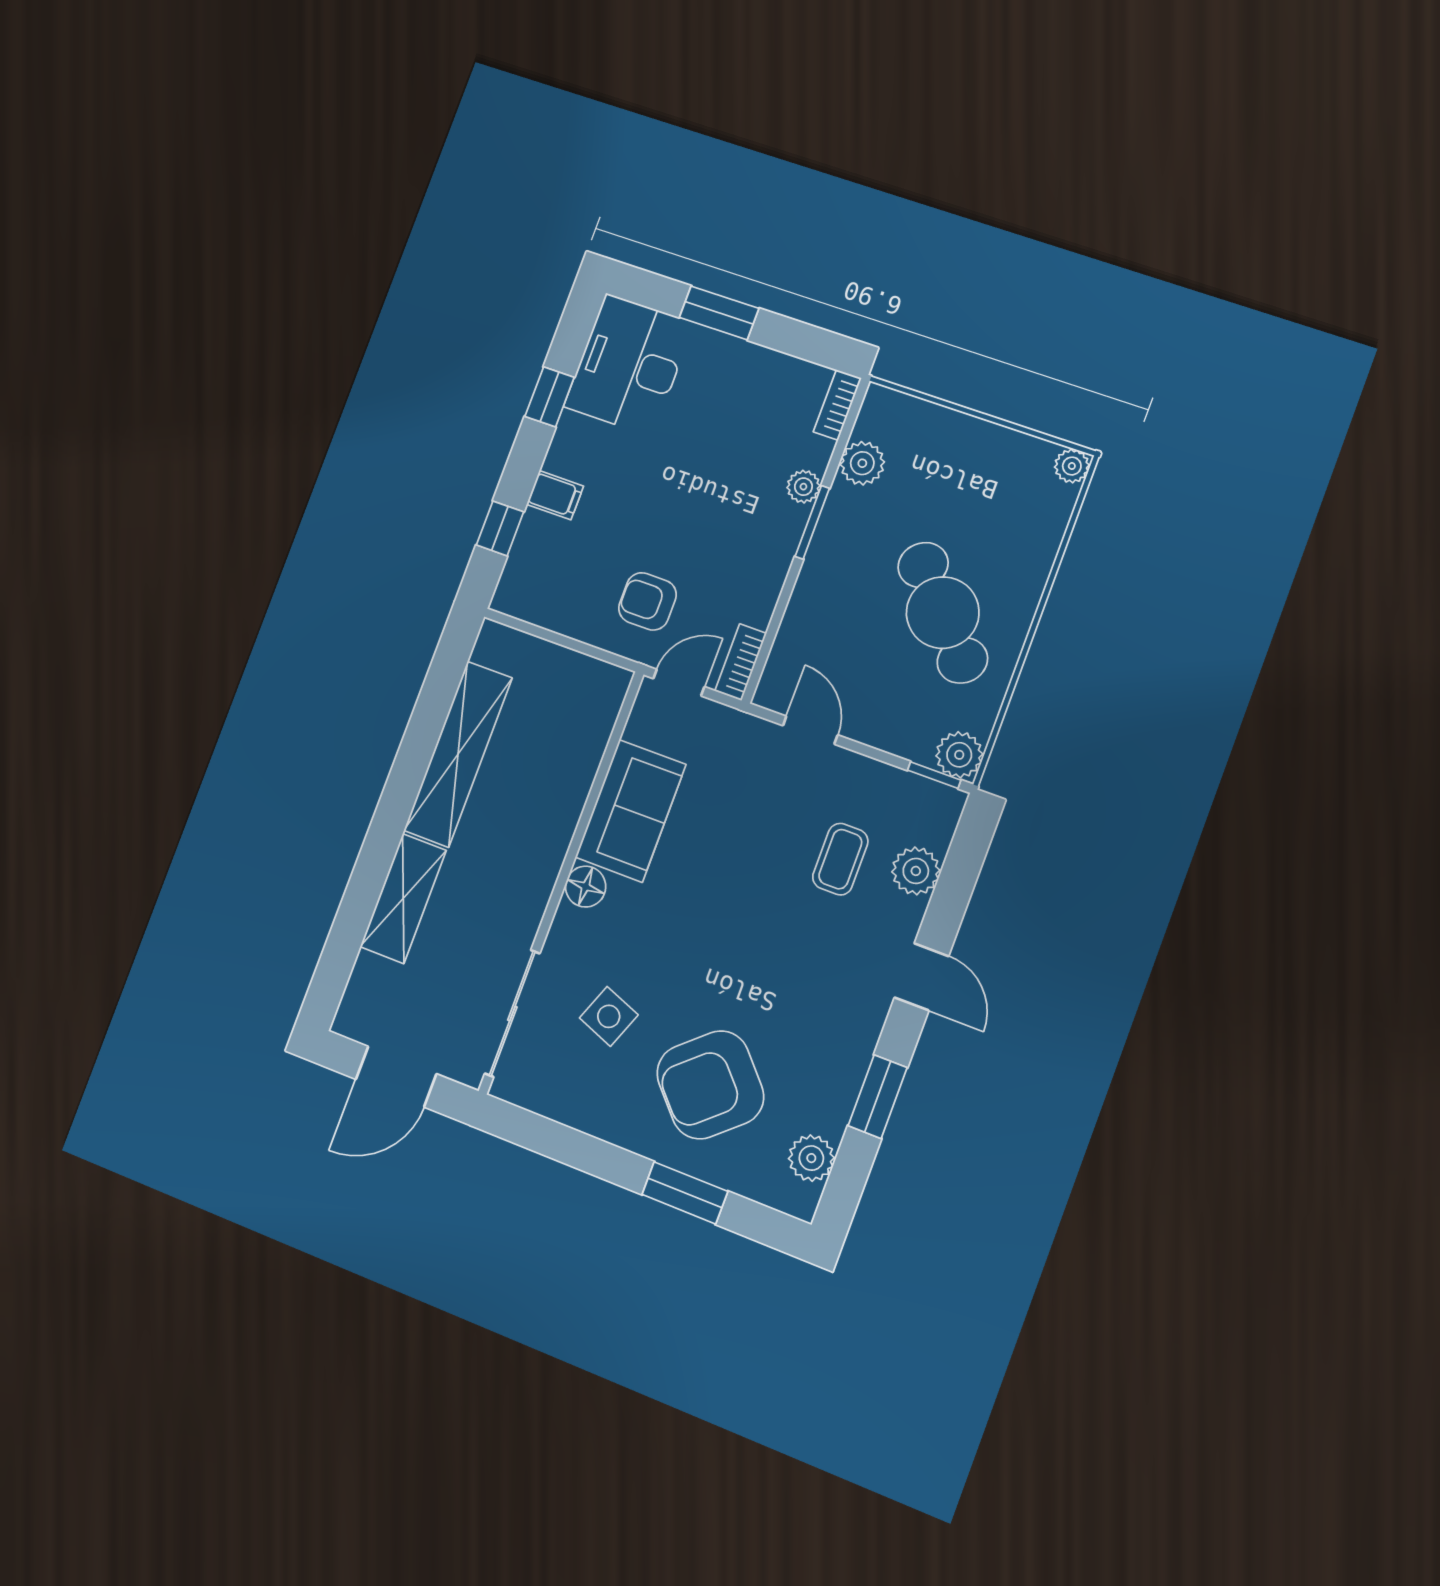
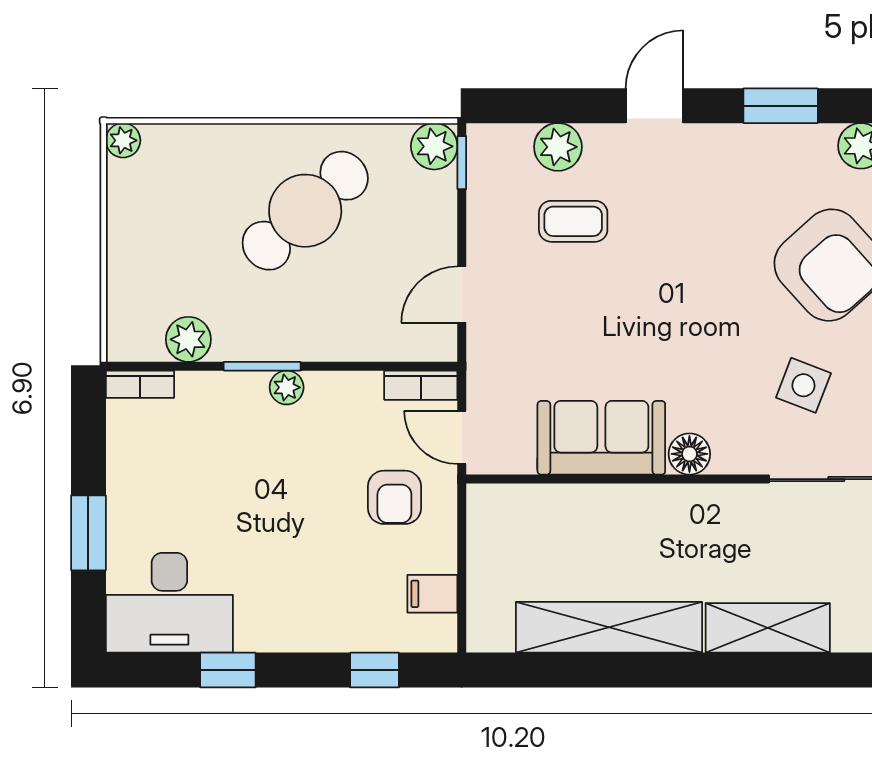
plant: (803, 487) -> (287, 387), moved
filing cabinet: (555, 495) -> (432, 594), moved, turned -90

